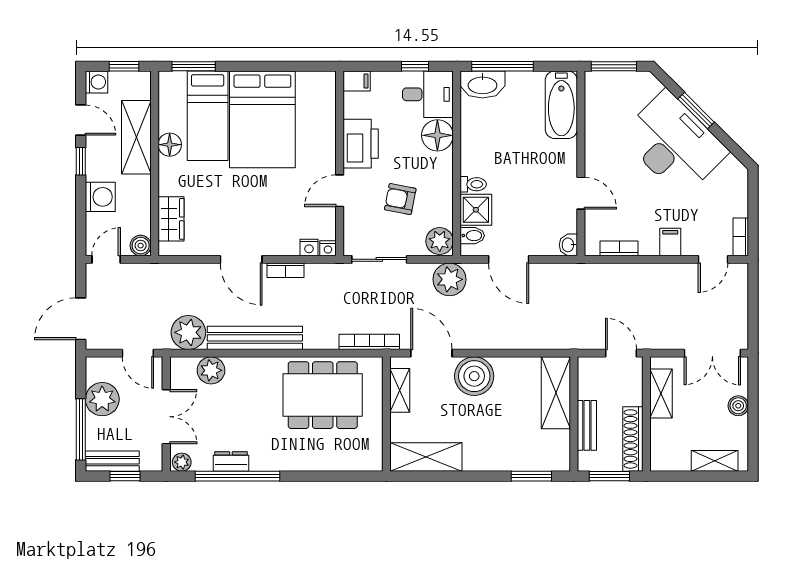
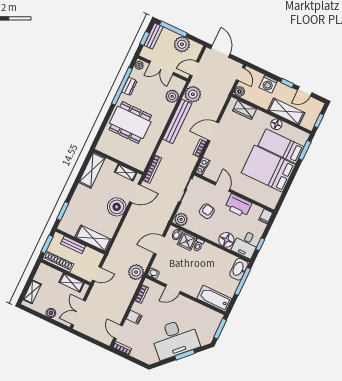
washing machine: (97, 82) -> (318, 106), removed
plant: (449, 279) -> (136, 272), moved
dining table: (323, 395) -> (130, 122), moved, turned 90

